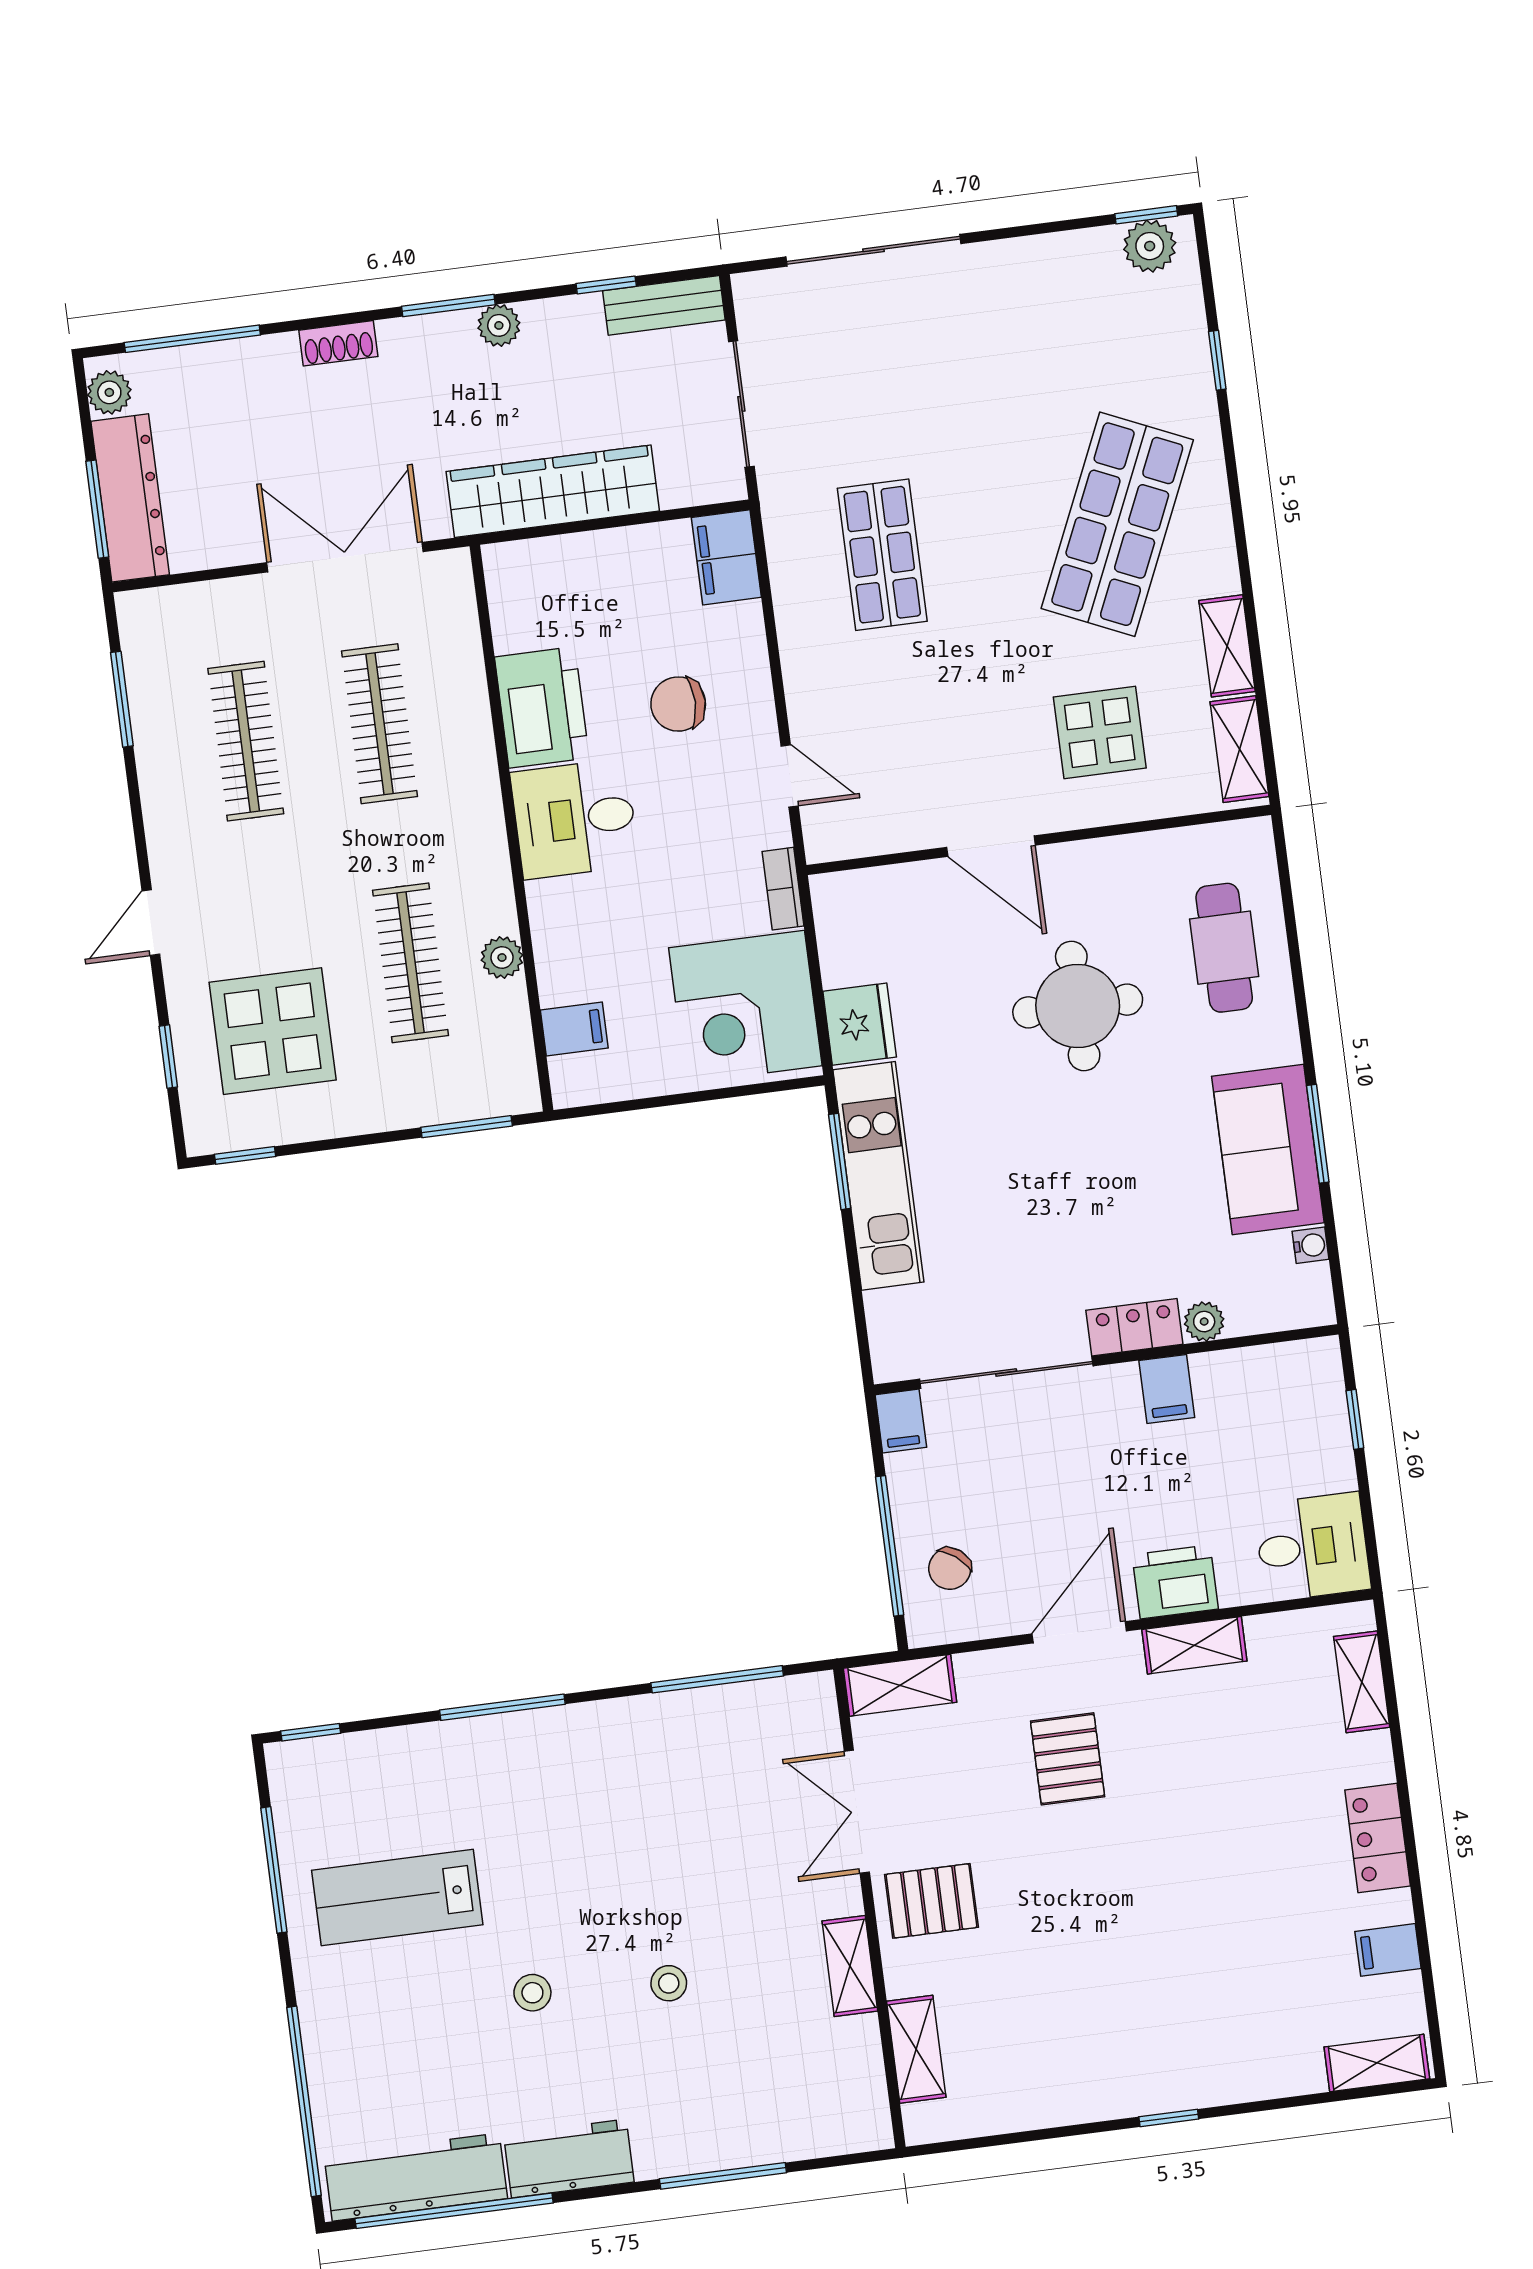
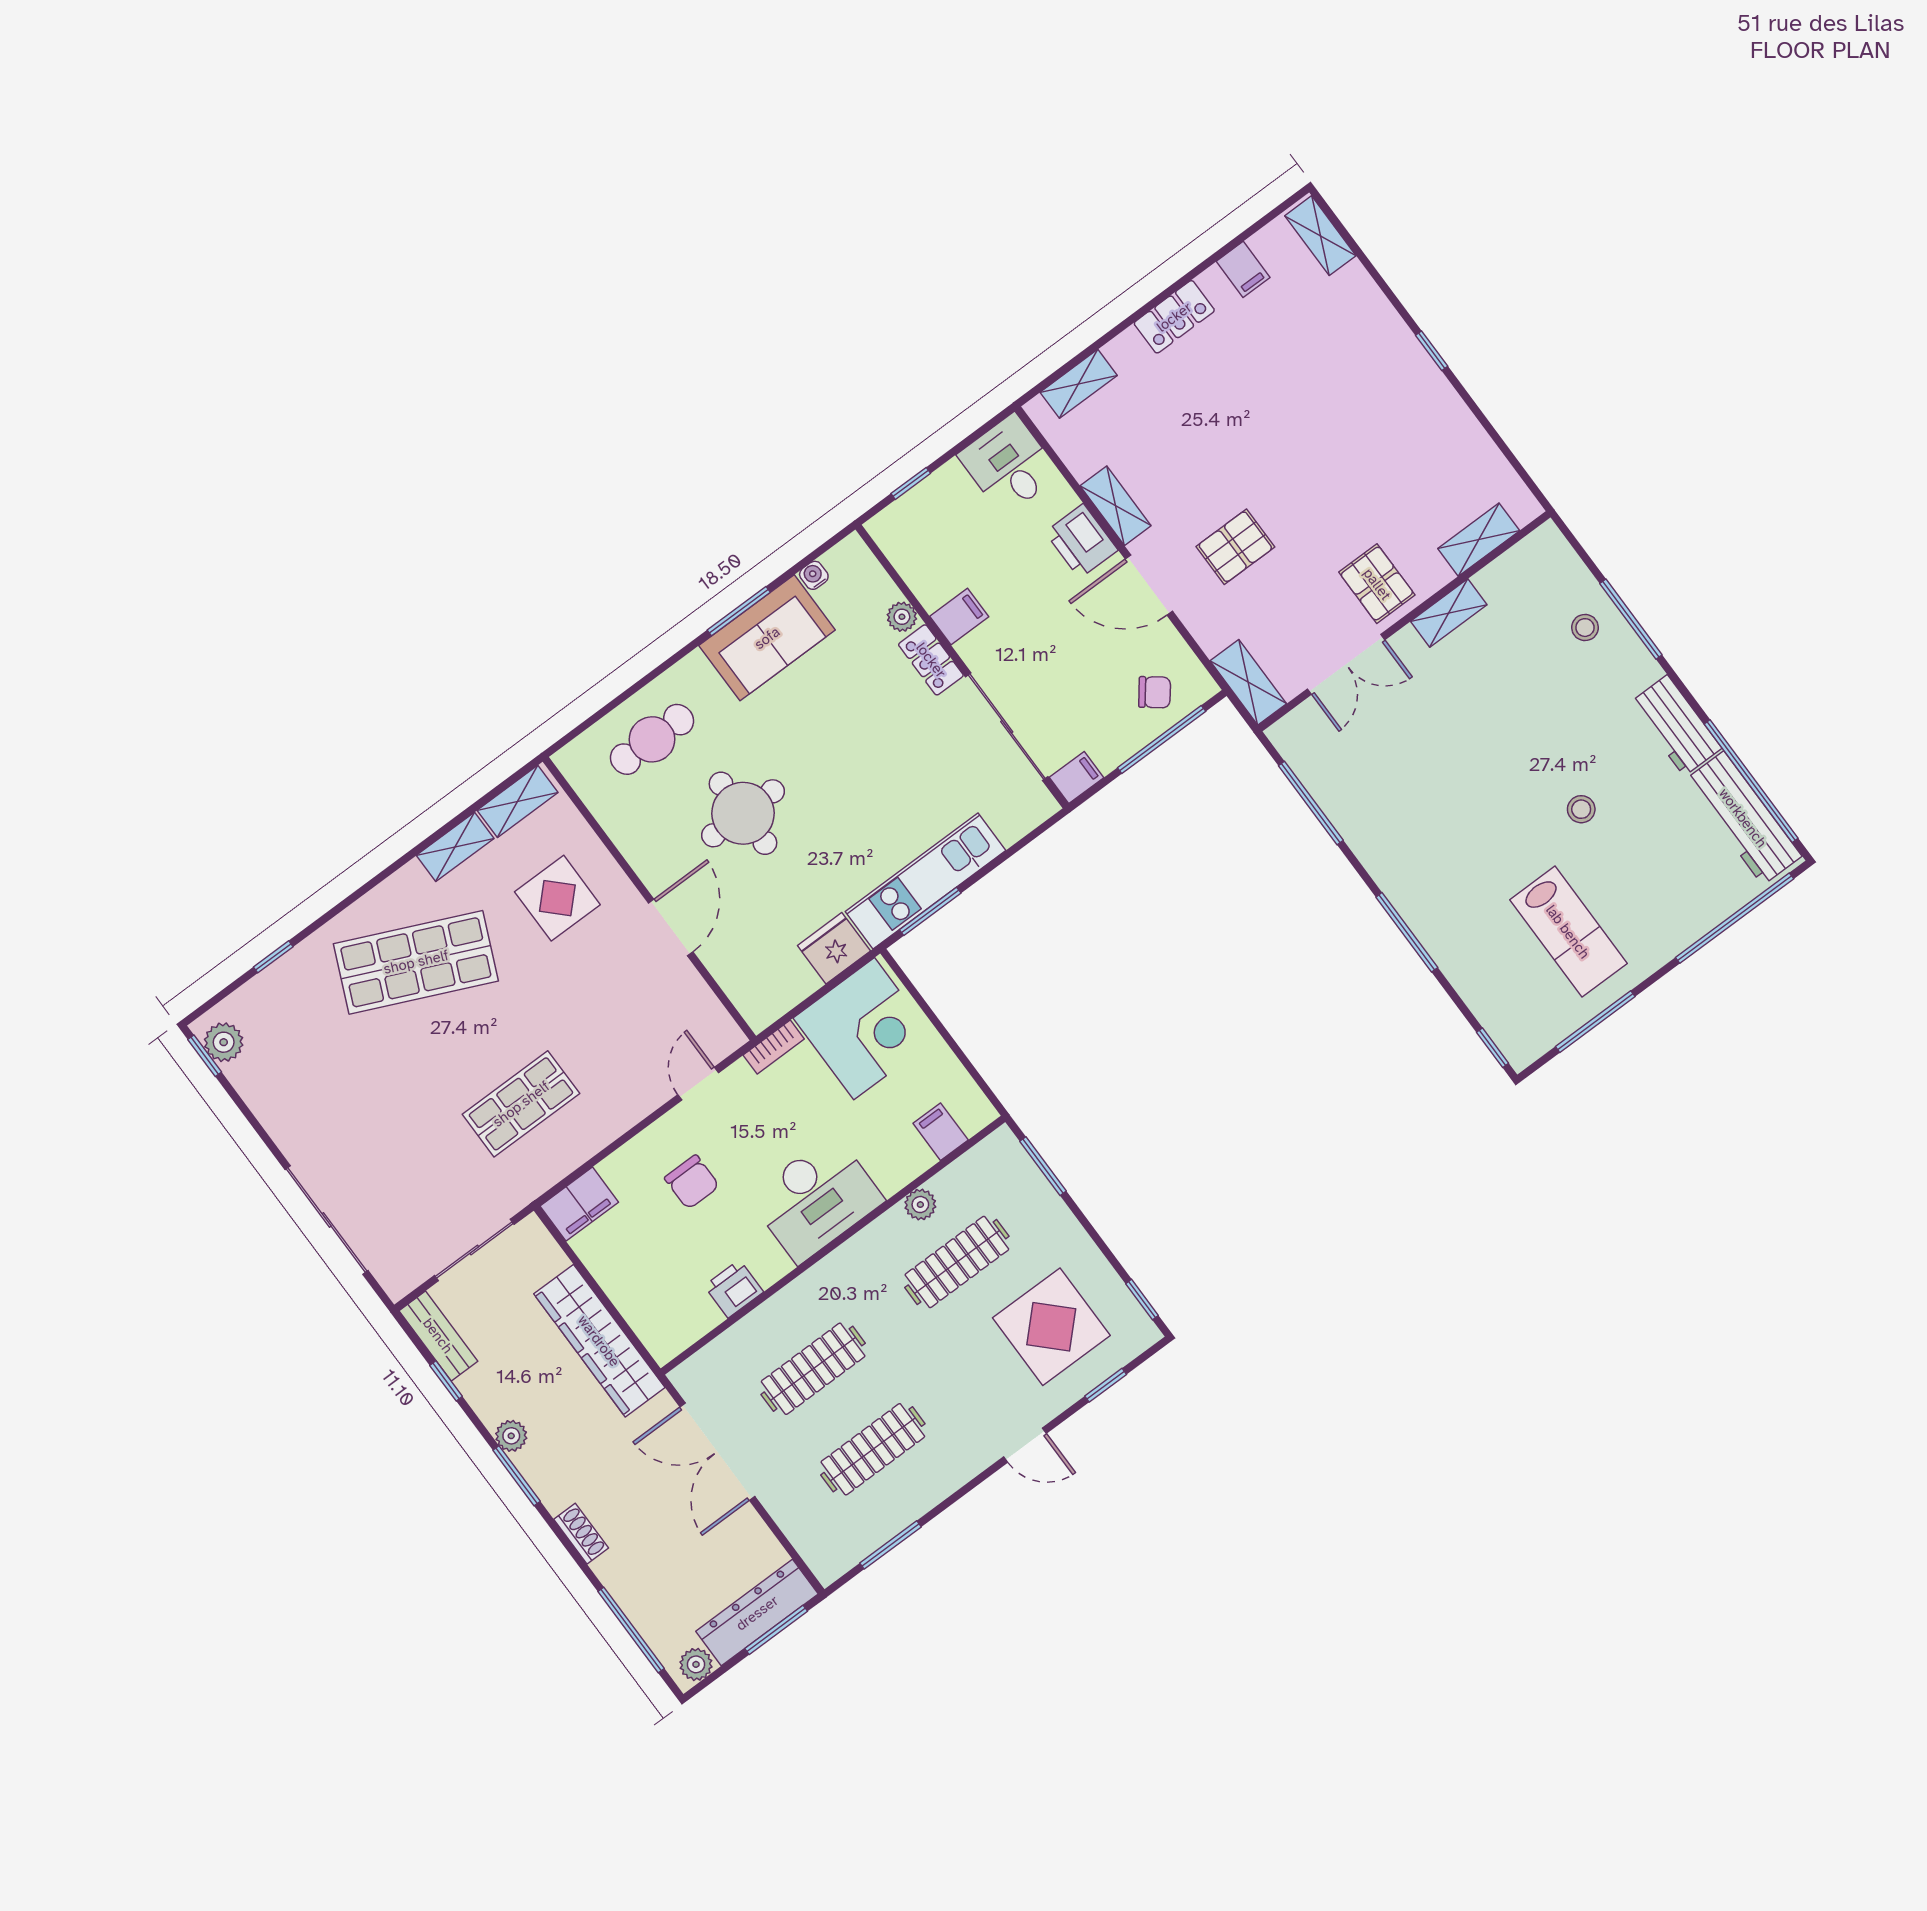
printer: (542, 707) -> (734, 1289), width x0.53, depth x0.68
desk: (575, 819) -> (816, 1199), width x1.37
stool: (669, 1983) -> (1585, 628), moved

